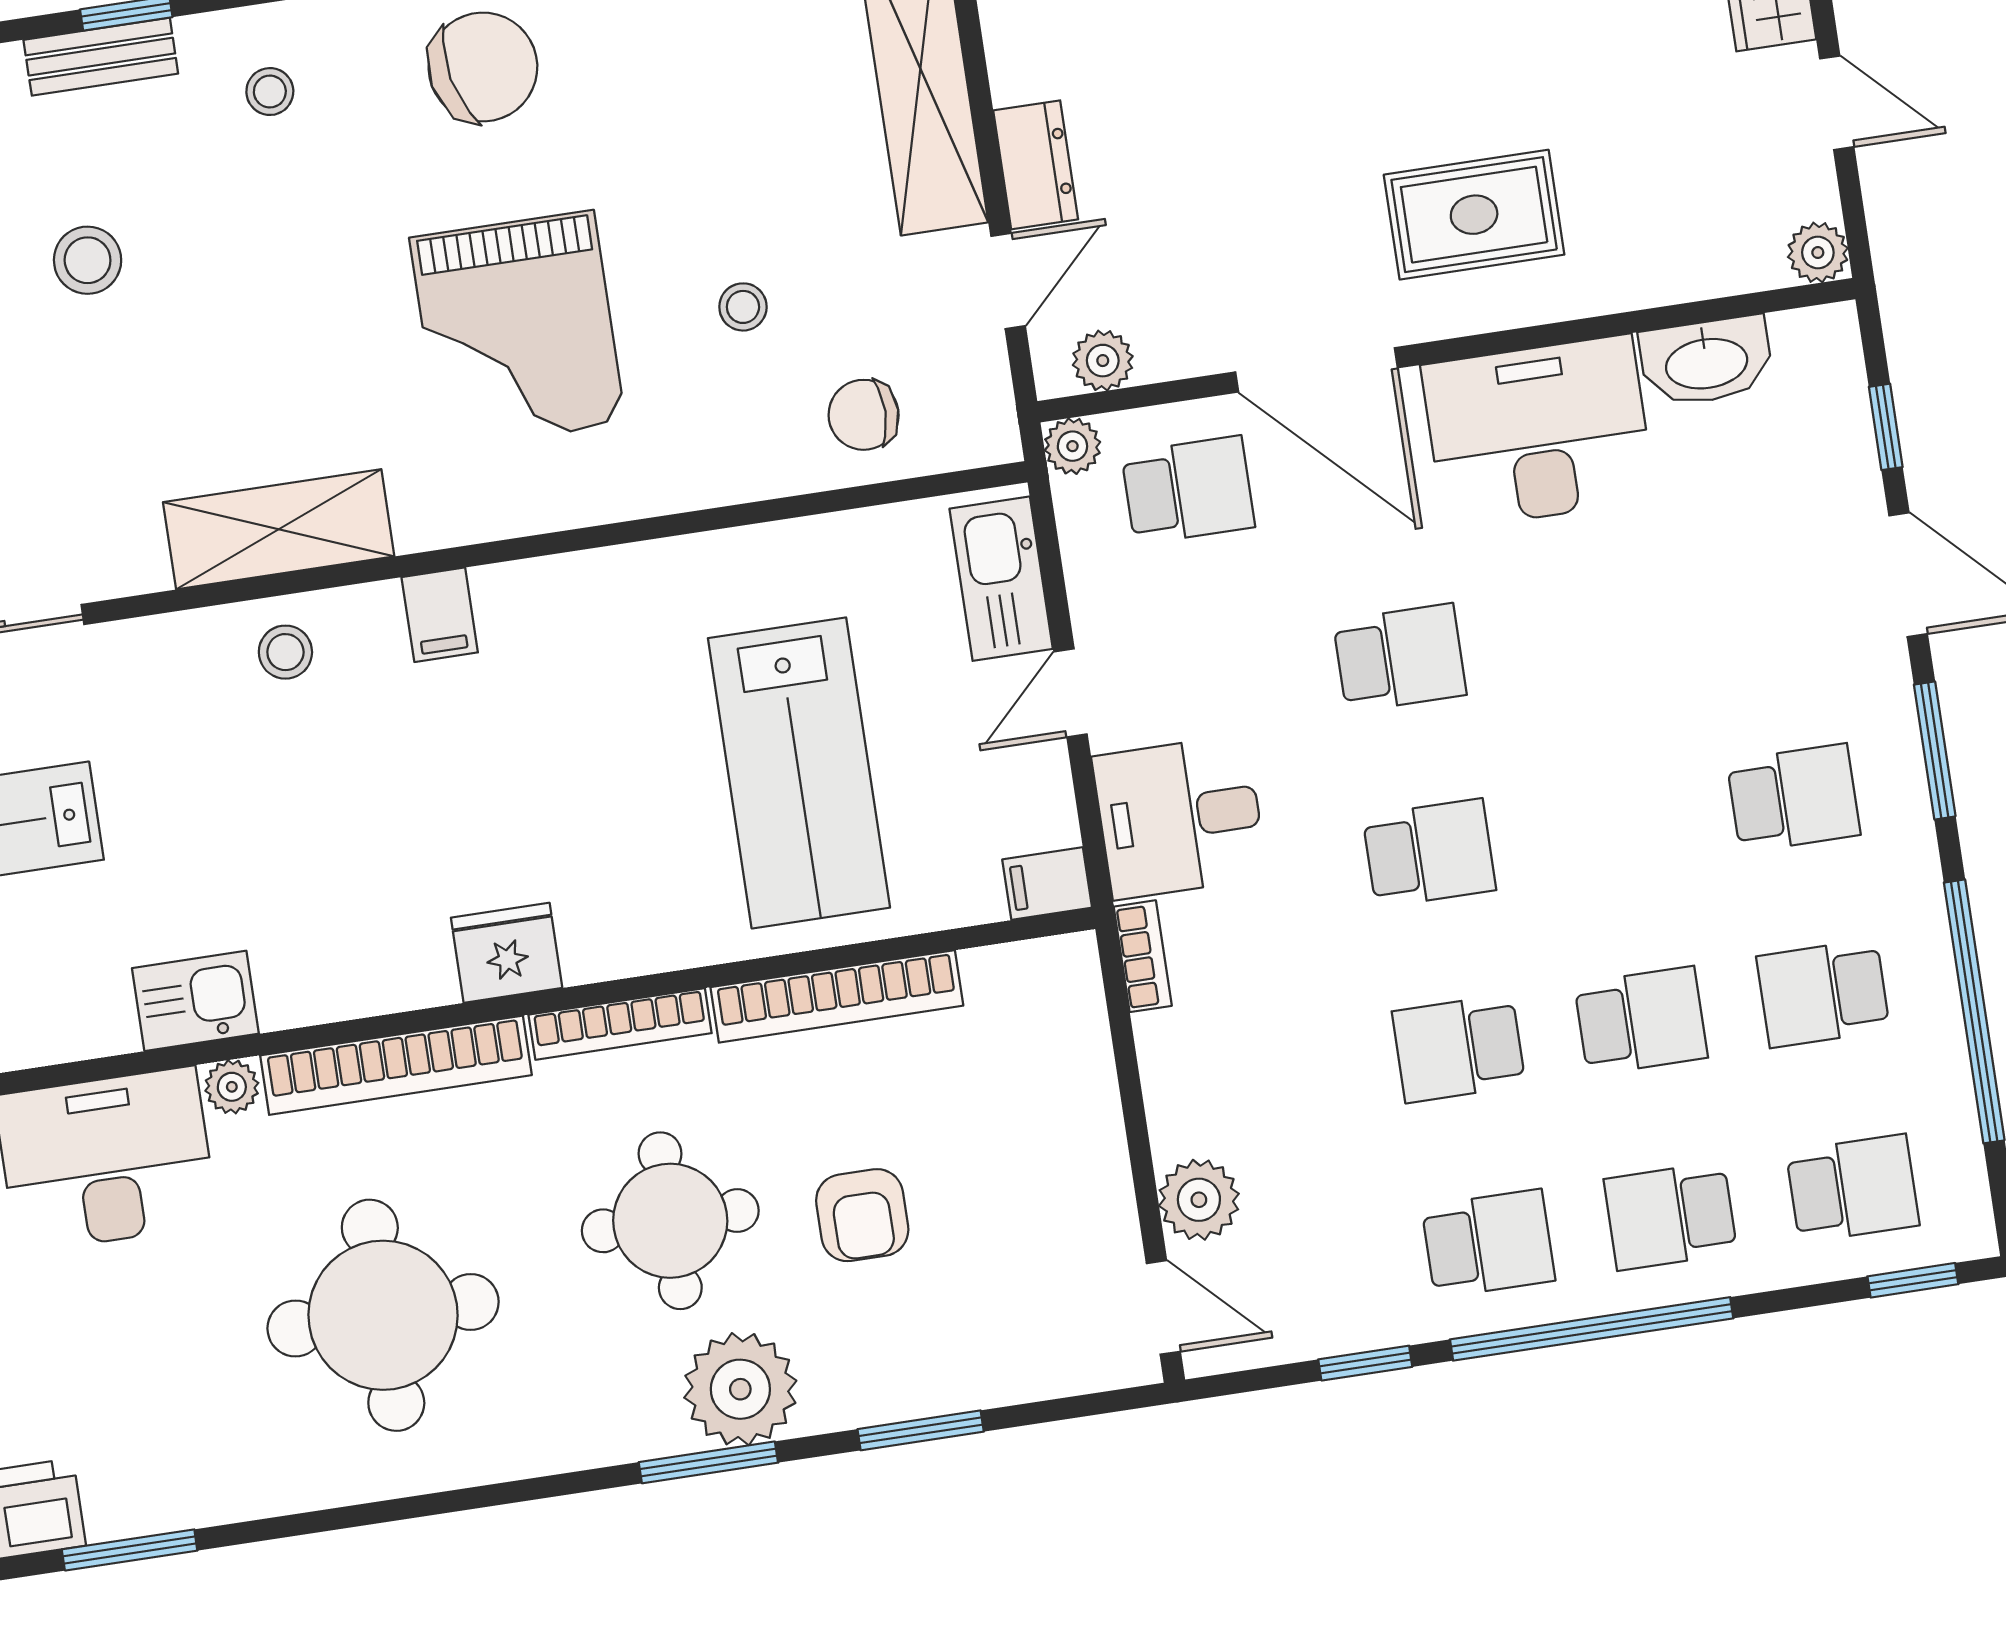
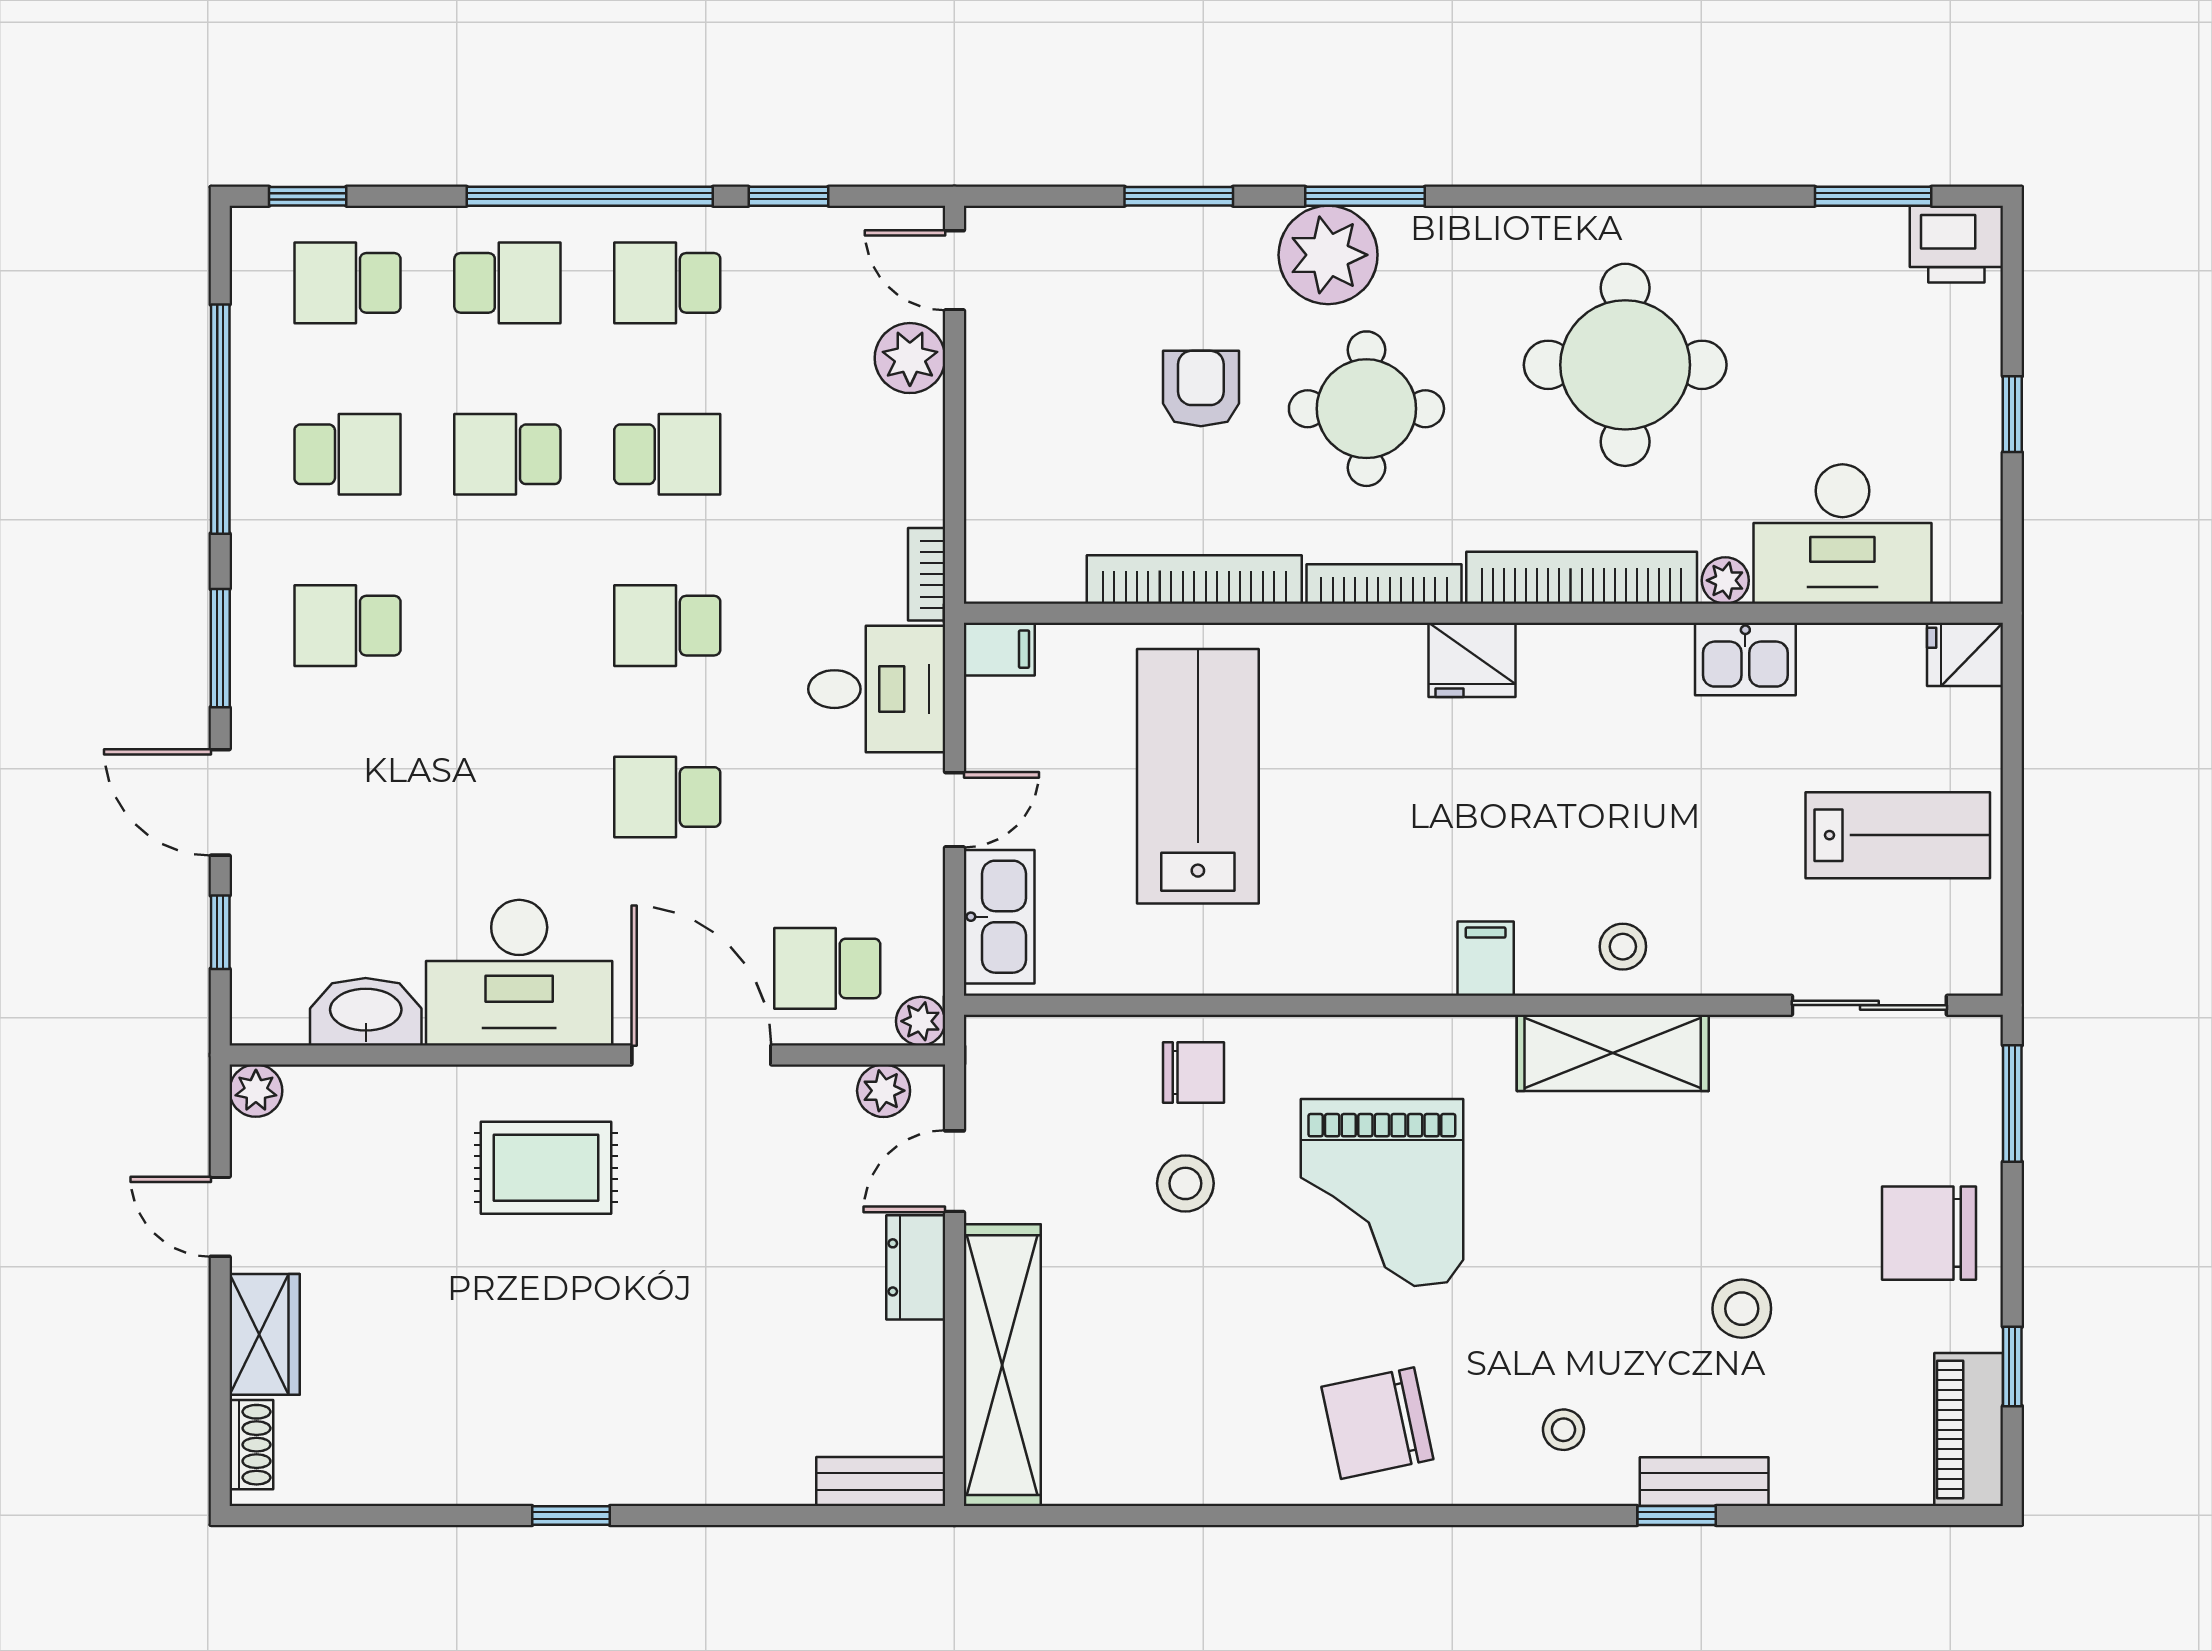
stool: (743, 307) -> (1185, 1183), width x1.37, depth x1.37
grand piano: (518, 330) -> (1382, 1193), turned 180
chair: (864, 415) -> (1193, 1073), moved

